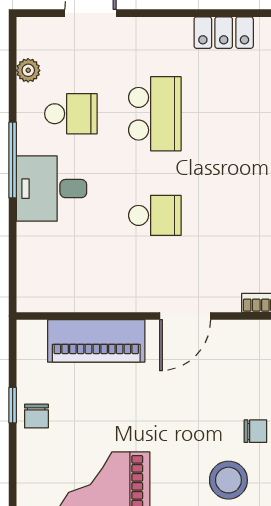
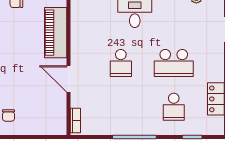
school desk: (71, 114) -> (174, 107), moved

